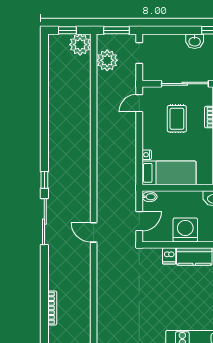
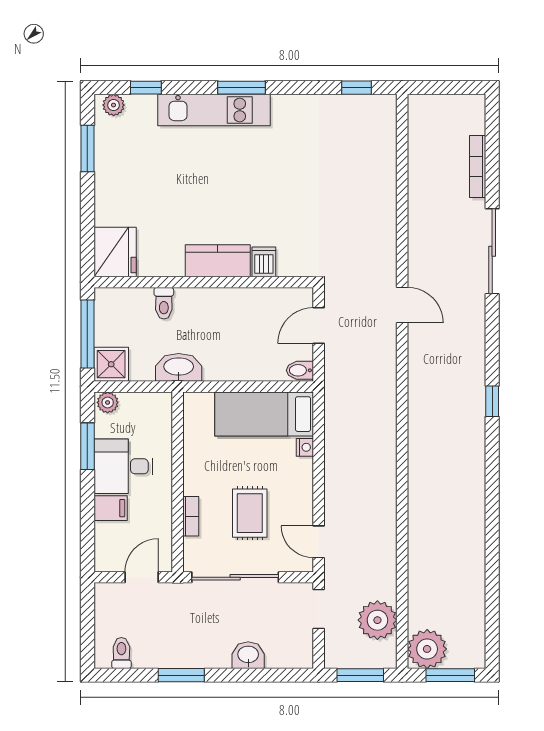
window: (67, 30) -> (450, 675), width x1.50
washbasin: (195, 41) -> (248, 655), moved
doorway: (139, 53) -> (319, 609), moved
door: (139, 103) -> (319, 542), swing flipped
sliding door: (44, 222) -> (492, 251), moved
washing machine: (185, 230) -> (234, 310), removed

